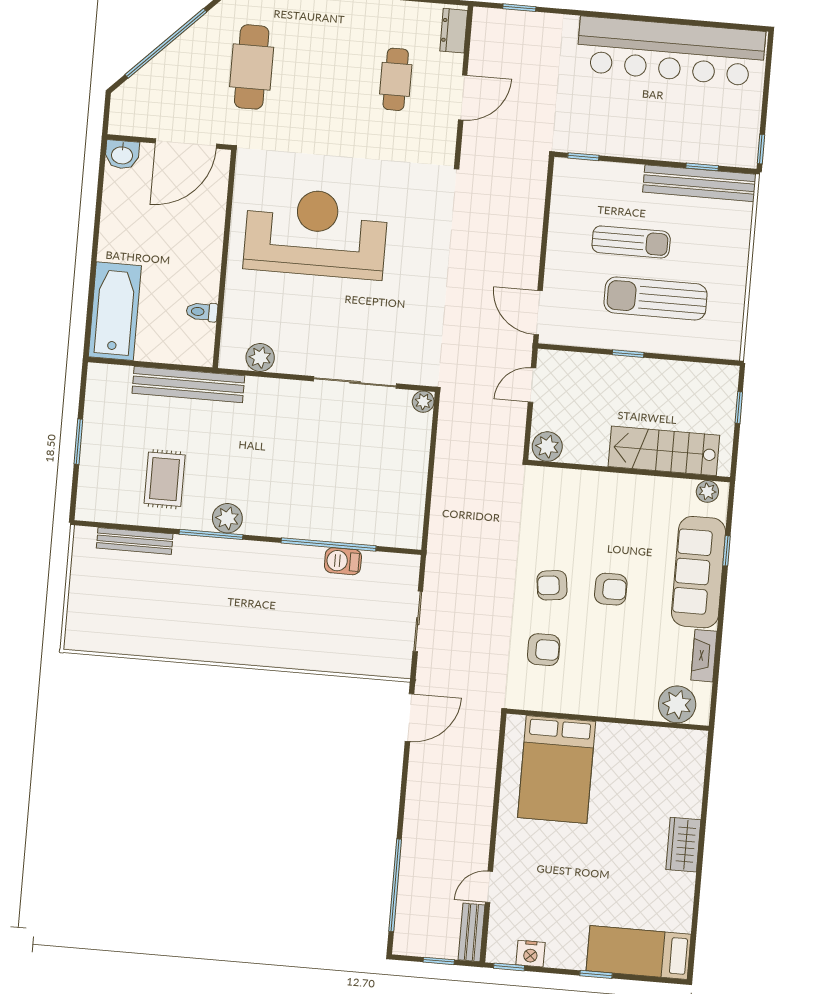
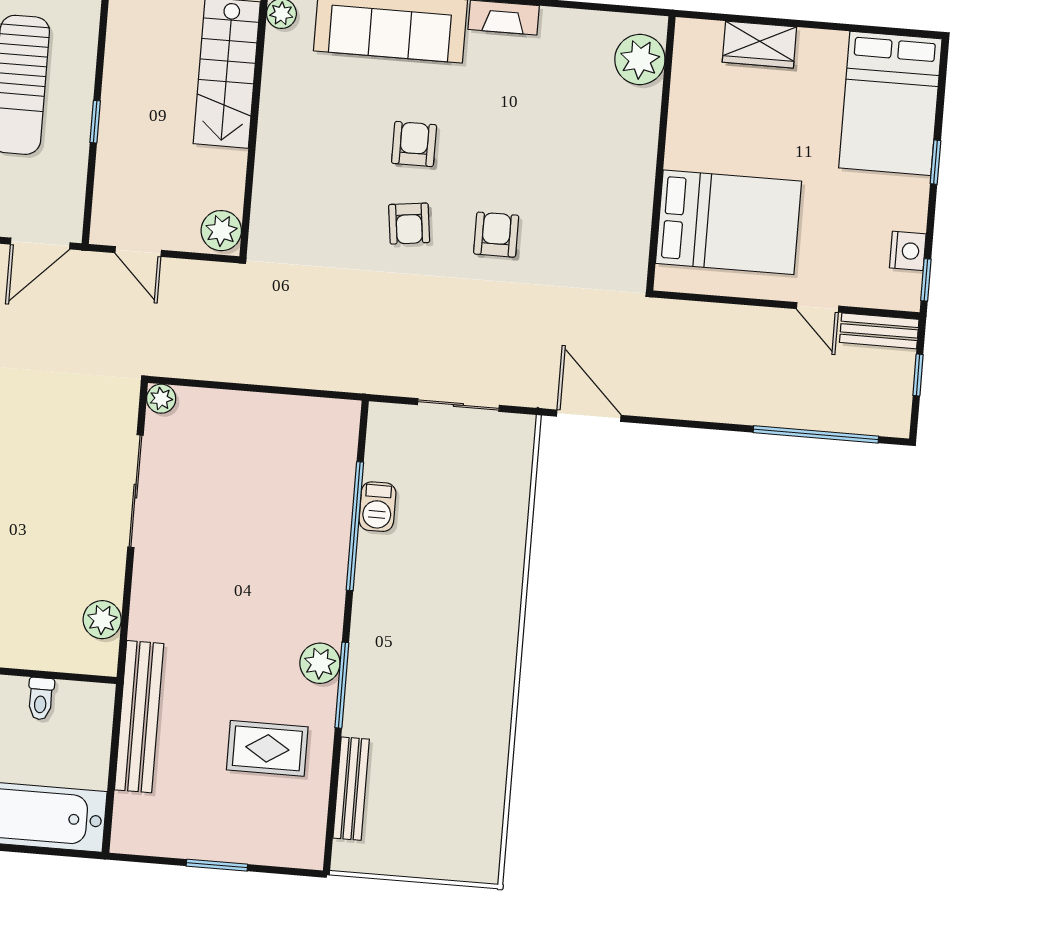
plant: (677, 704) -> (640, 59), moved
wall: (608, 720) -> (661, 153), moved
bed: (557, 769) -> (729, 222), moved
bed: (639, 953) -> (890, 103), width x1.50

